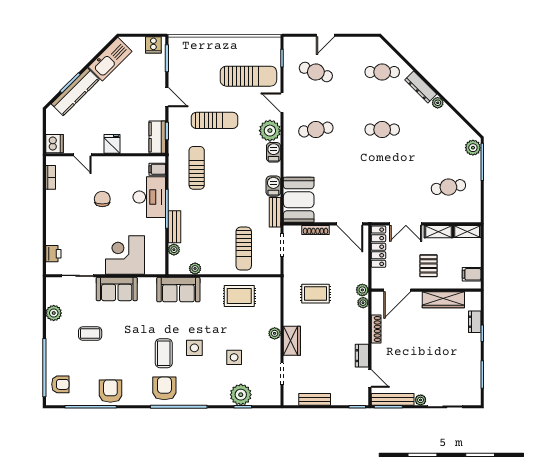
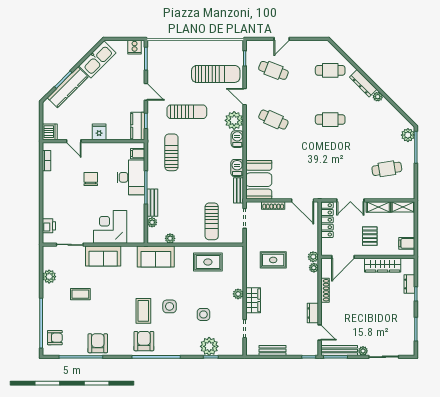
cafe table: (316, 130) -> (273, 120), turned 33

